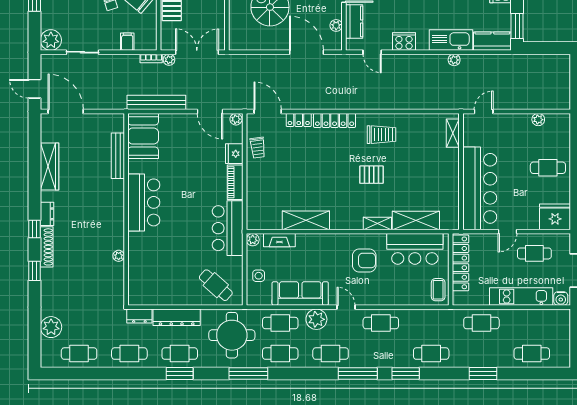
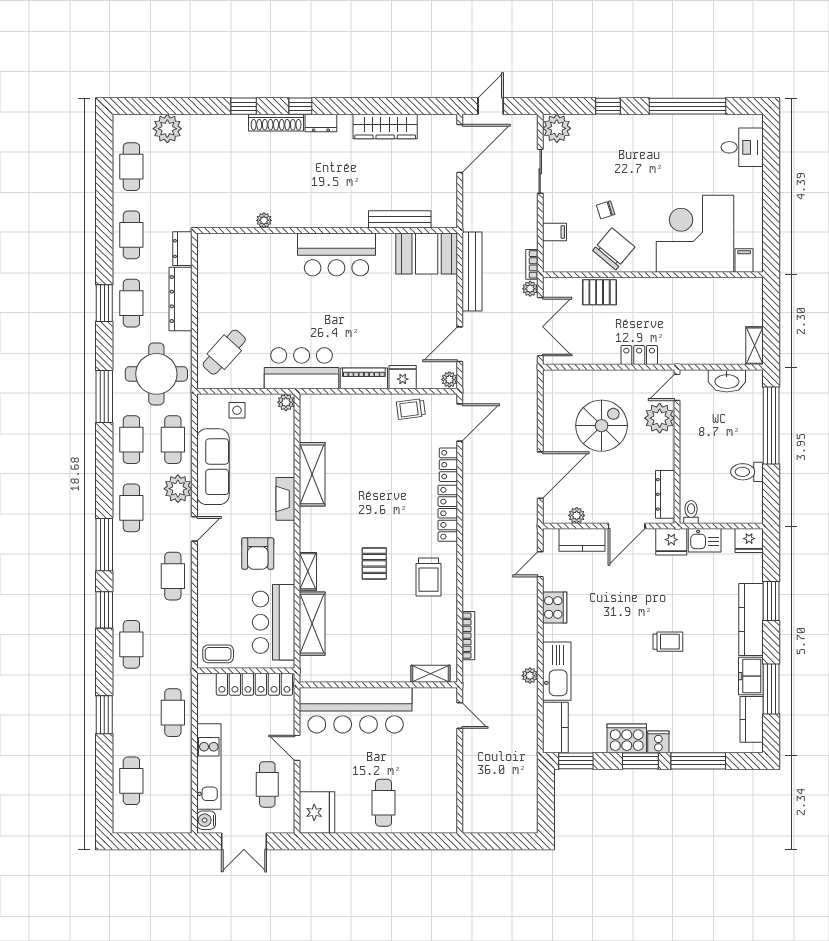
bookcase: (425, 105) -> (468, 636), added
plant: (538, 120) -> (449, 790), removed
fireplace: (279, 240) -> (285, 499), moved

